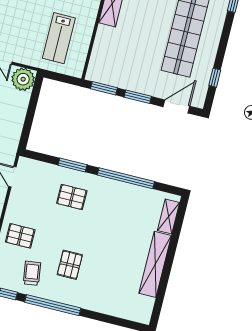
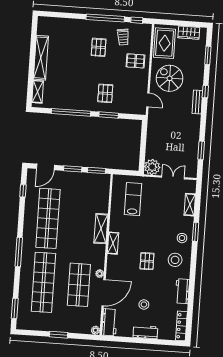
pallet: (72, 197) -> (105, 93), turned 90

